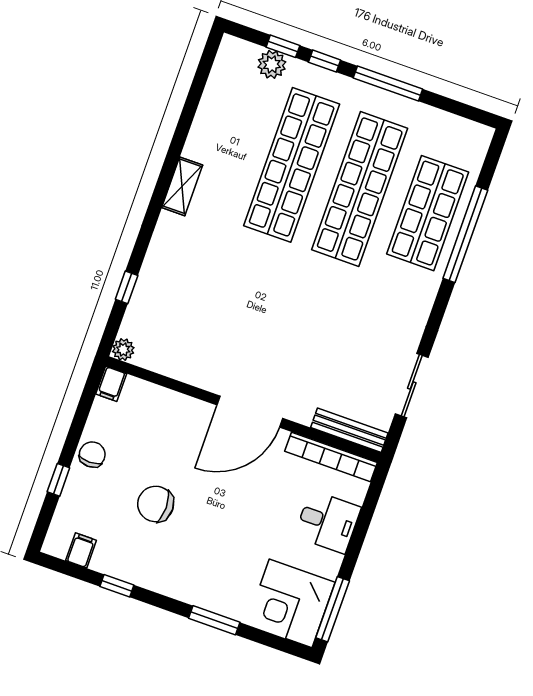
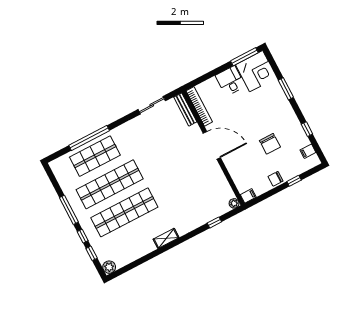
plant: (272, 64) -> (109, 267), moved
desk: (328, 522) -> (230, 81), moved

